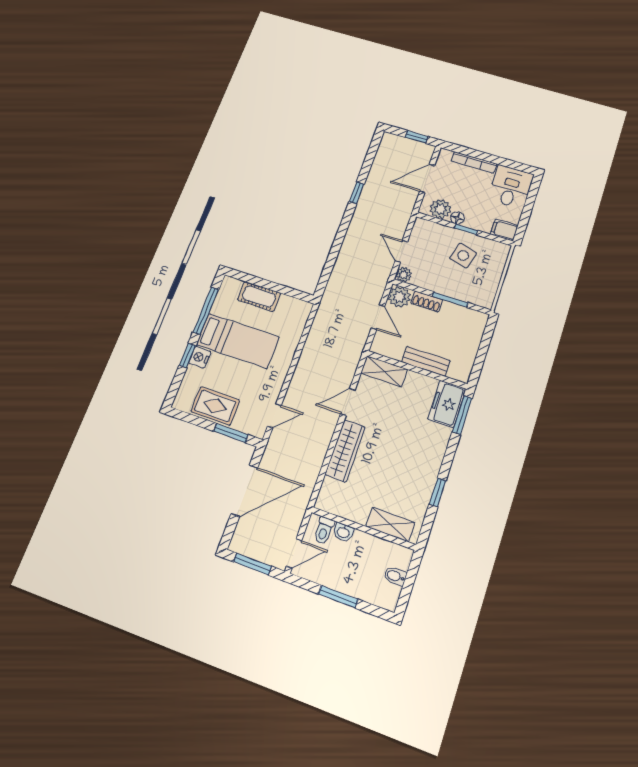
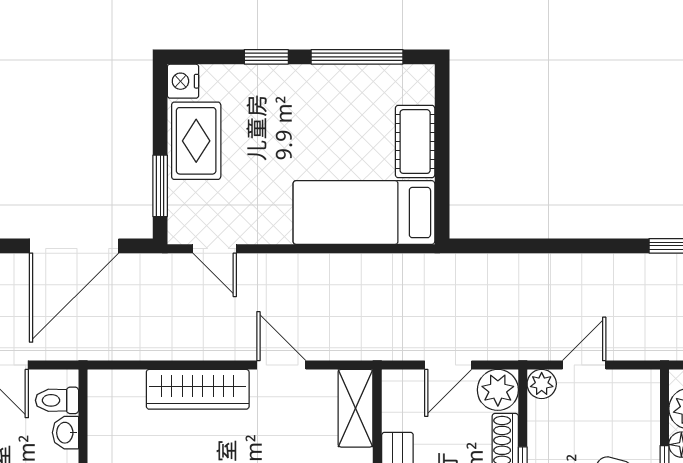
bed: (238, 341) -> (364, 213), moved, turned 90
nightstand: (200, 357) -> (183, 81), moved, turned -90
door: (244, 491) -> (74, 246), hinge flipped

